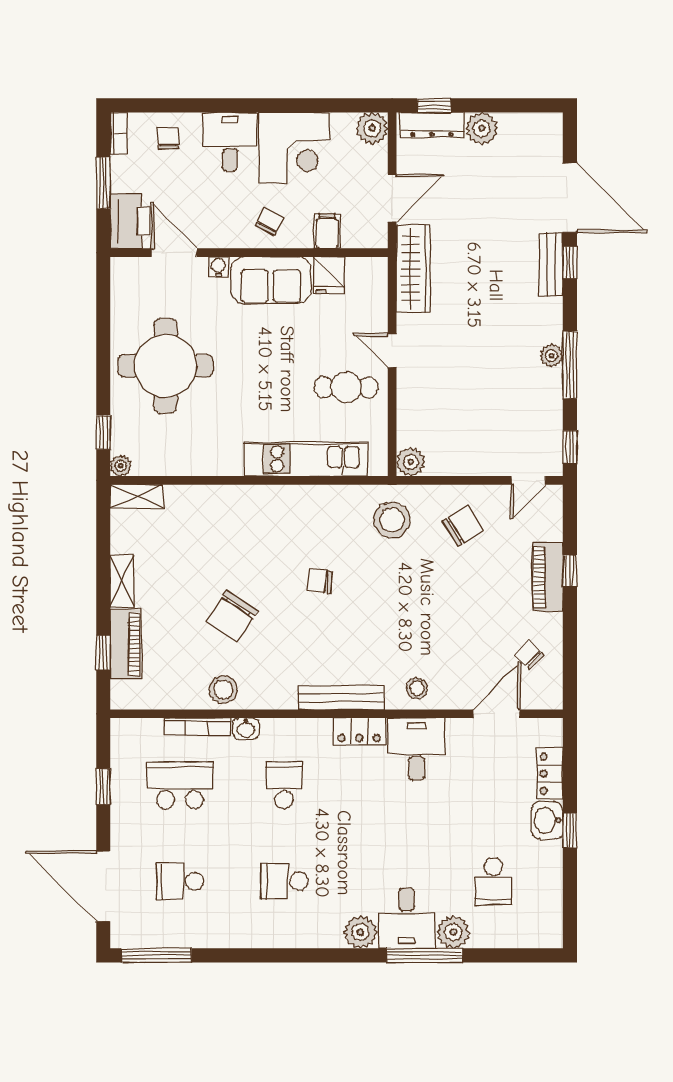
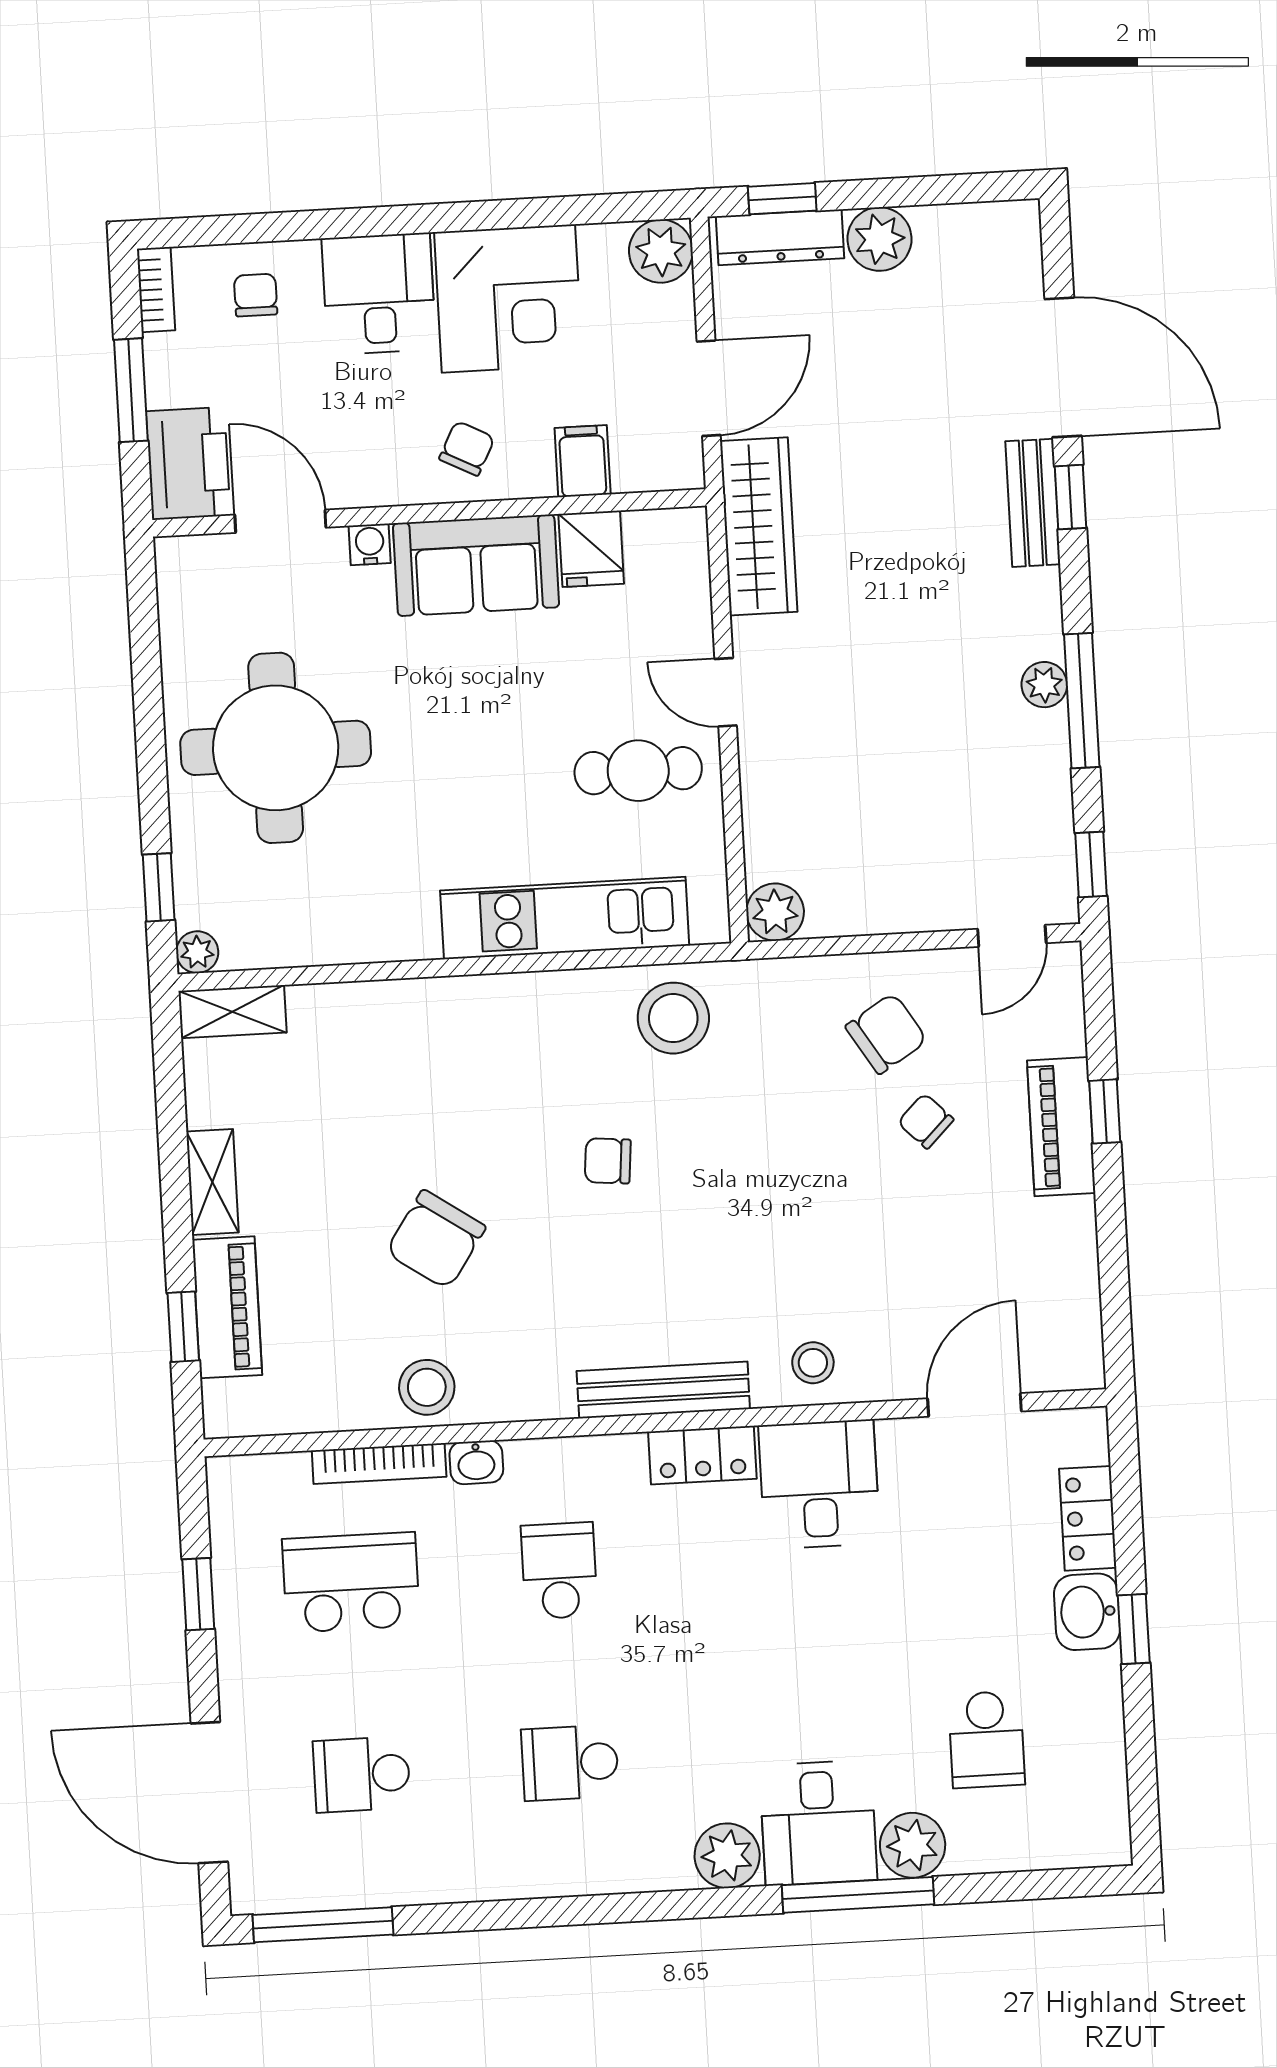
stool: (392, 520) -> (673, 1018), moved
chair: (530, 655) -> (926, 1121), moved

